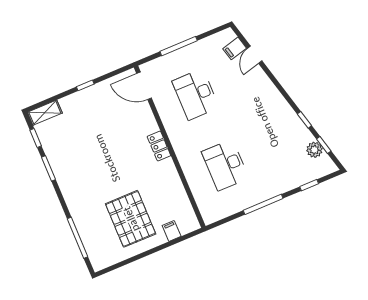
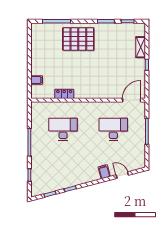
filing cabinet: (235, 48) -> (104, 172), moved
shelving: (45, 113) -> (141, 47), moved
locker: (159, 146) -> (64, 94), moved
plant: (314, 150) -> (50, 187), removed
pallet: (131, 219) -> (78, 39), moved

